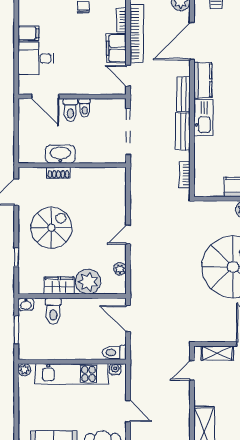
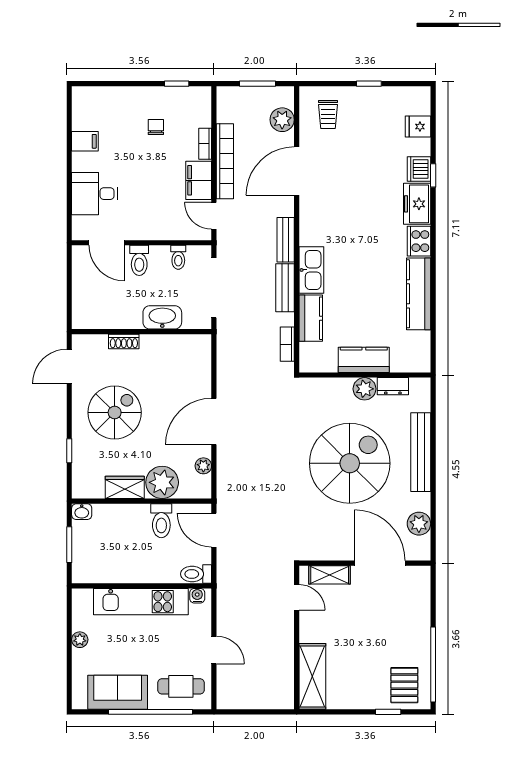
filing cabinet: (28, 33) -> (85, 141), moved
kitchen counter: (203, 80) -> (311, 318), moved
toilet: (85, 108) -> (178, 257), moved
washbasin: (60, 154) -> (162, 317), moved
door: (128, 235) -> (214, 421), width x1.87
toilet: (53, 311) -> (161, 521), moved
plant: (24, 370) -> (80, 640), moved
door: (192, 370) -> (297, 597), swing flipped

